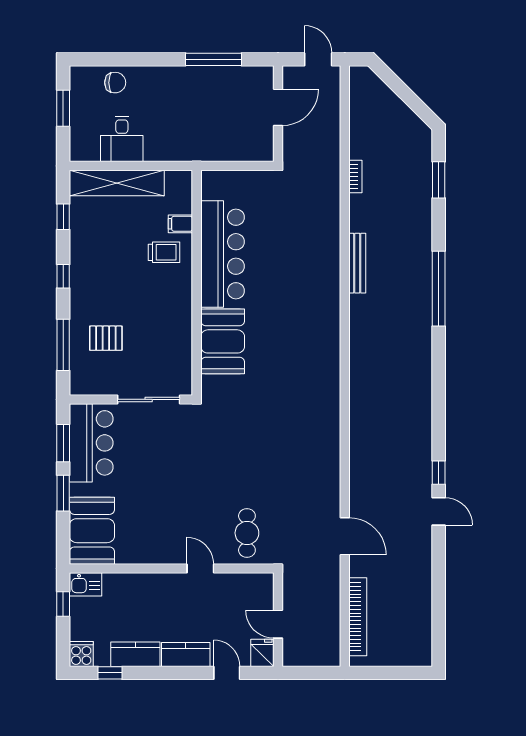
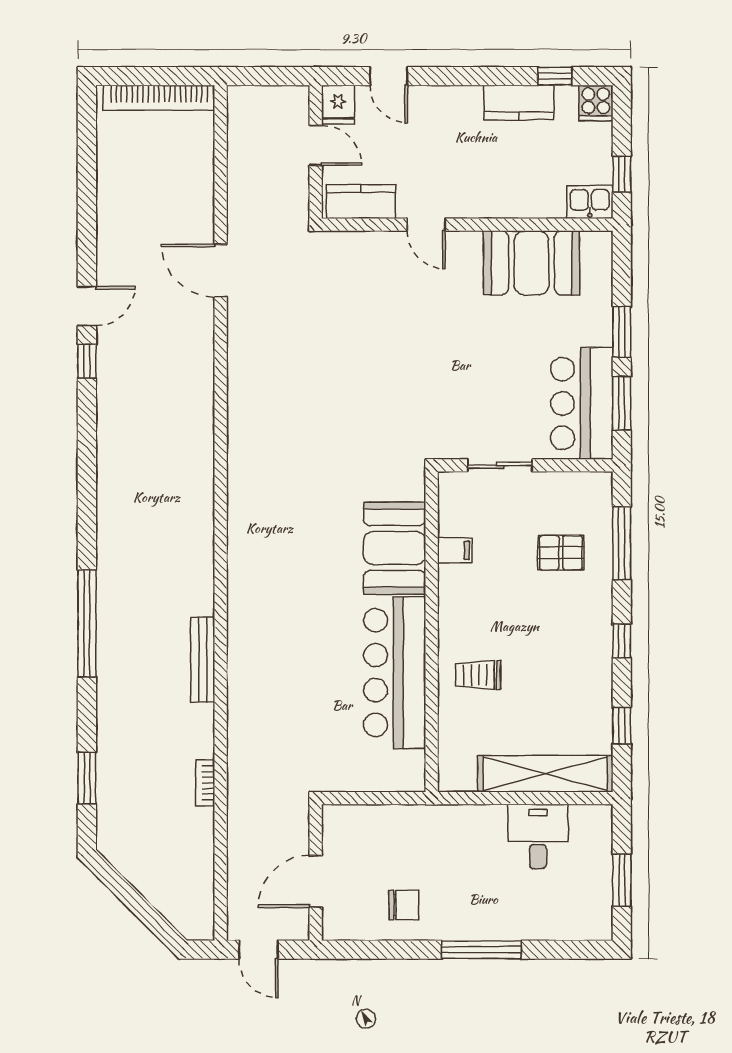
window: (213, 59) -> (481, 950), moved
chair: (115, 83) -> (404, 905), moved, turned 180
filing cabinet: (180, 224) -> (455, 550), moved
sliding door: (149, 399) -> (500, 465), width x0.73
door: (439, 511) -> (87, 306), swing flipped
booth: (92, 531) -> (531, 263), moved, turned 90
cafe table: (247, 533) -> (360, 275), removed
bookcase: (358, 617) -> (159, 98), moved, turned -90
kitchen counter: (186, 654) -> (361, 202), moved, turned 180

